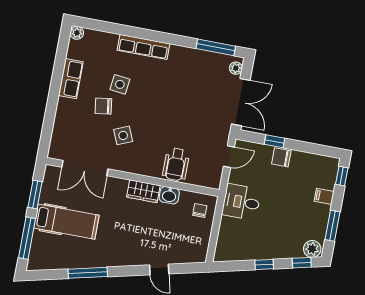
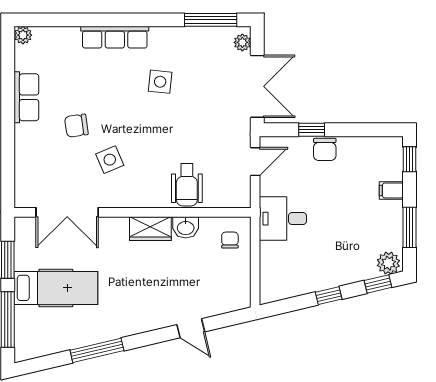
side table: (120, 84) -> (160, 82), moved
chair: (281, 157) -> (325, 149), turned -90

